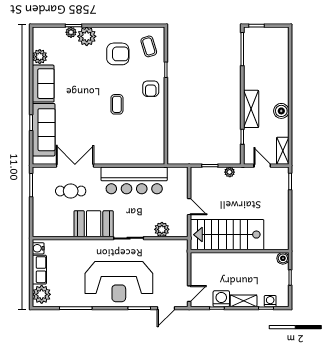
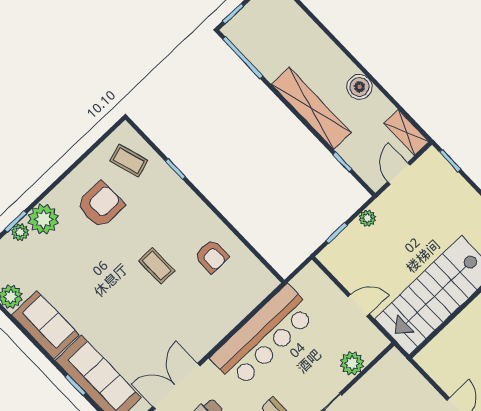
armchair: (151, 89) -> (212, 256), moved
shelving: (251, 109) -> (311, 108), width x1.47
door: (262, 166) -> (399, 173), hinge flipped

